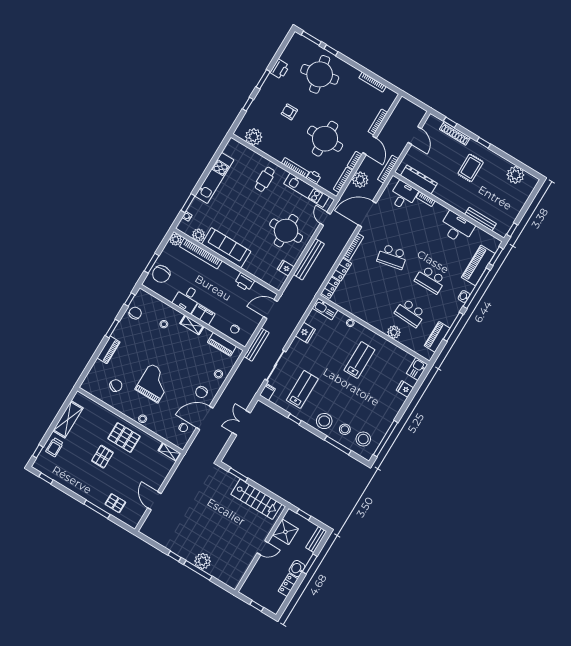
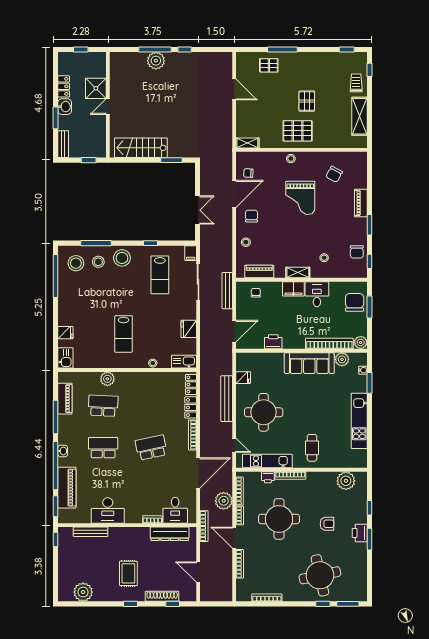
printer: (280, 69) -> (360, 533), moved
shower: (285, 532) -> (96, 88), moved

